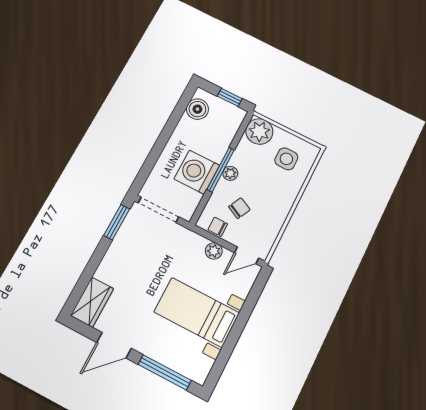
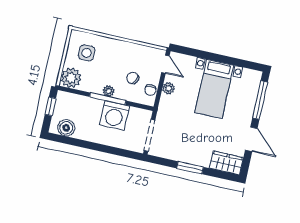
window: (117, 222) -> (190, 168), moved

